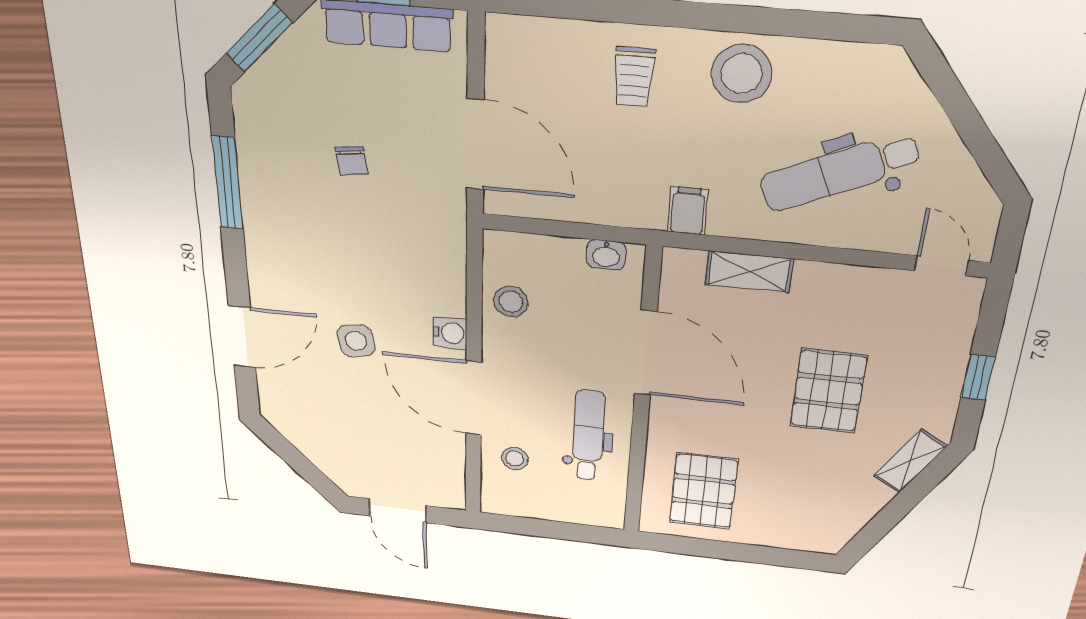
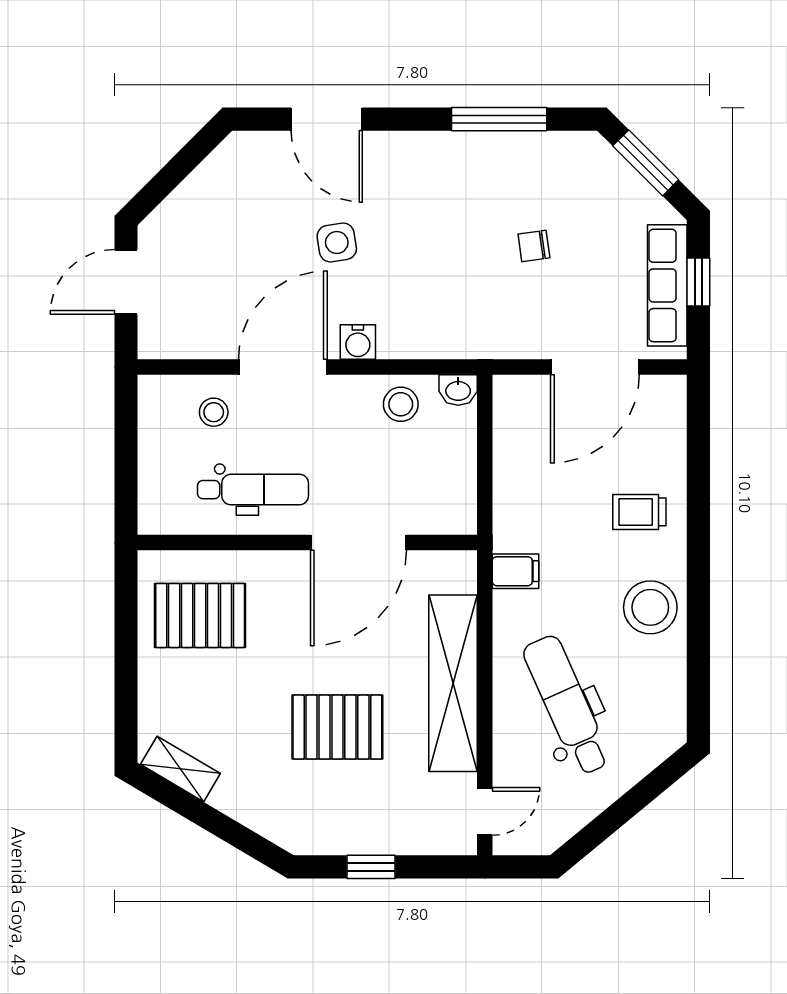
door: (475, 144) -> (595, 367), moved
washbasin: (606, 255) -> (458, 390), moved, turned -90
shelving: (749, 272) -> (453, 683), width x2.20, depth x1.33
shelving: (910, 461) -> (180, 769), moved

